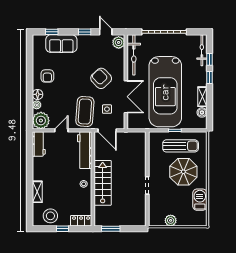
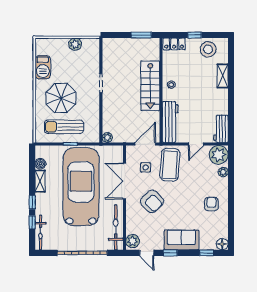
sofa: (61, 44) -> (181, 240), moved
floor lamp: (38, 94) -> (222, 244), moved
door: (107, 130) -> (145, 144), hinge flipped
plant: (141, 136) -> (107, 137), added

